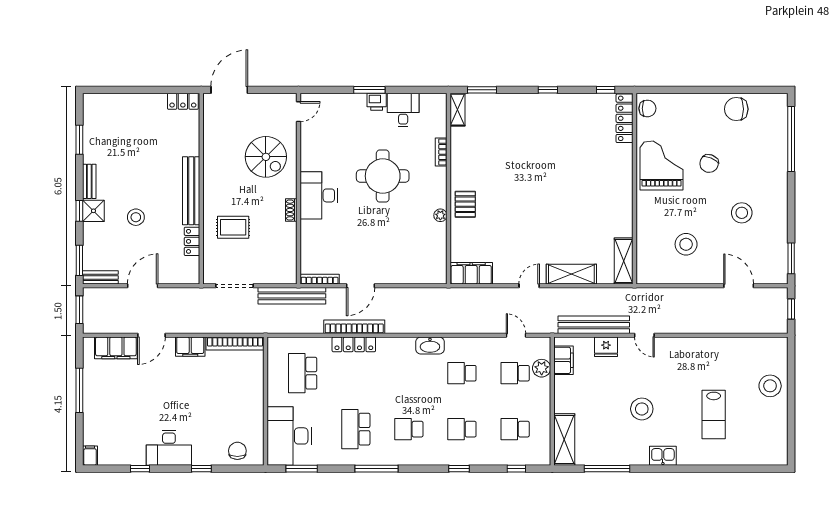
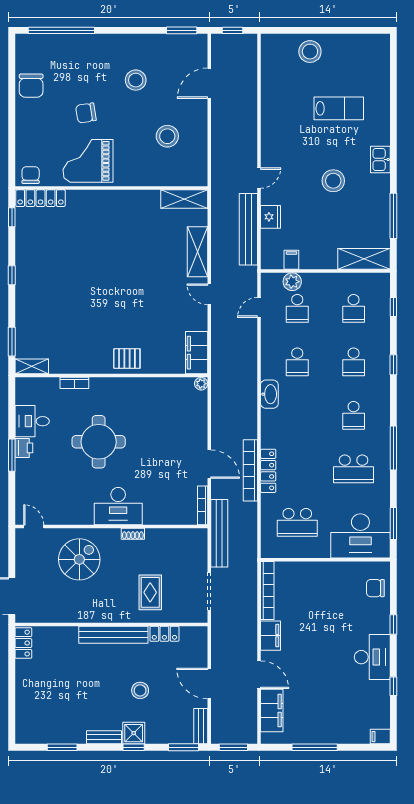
chair: (709, 163) -> (86, 113), turned 149
plant: (440, 215) -> (201, 384), moved
filing cabinet: (563, 360) -> (291, 260), width x0.50

